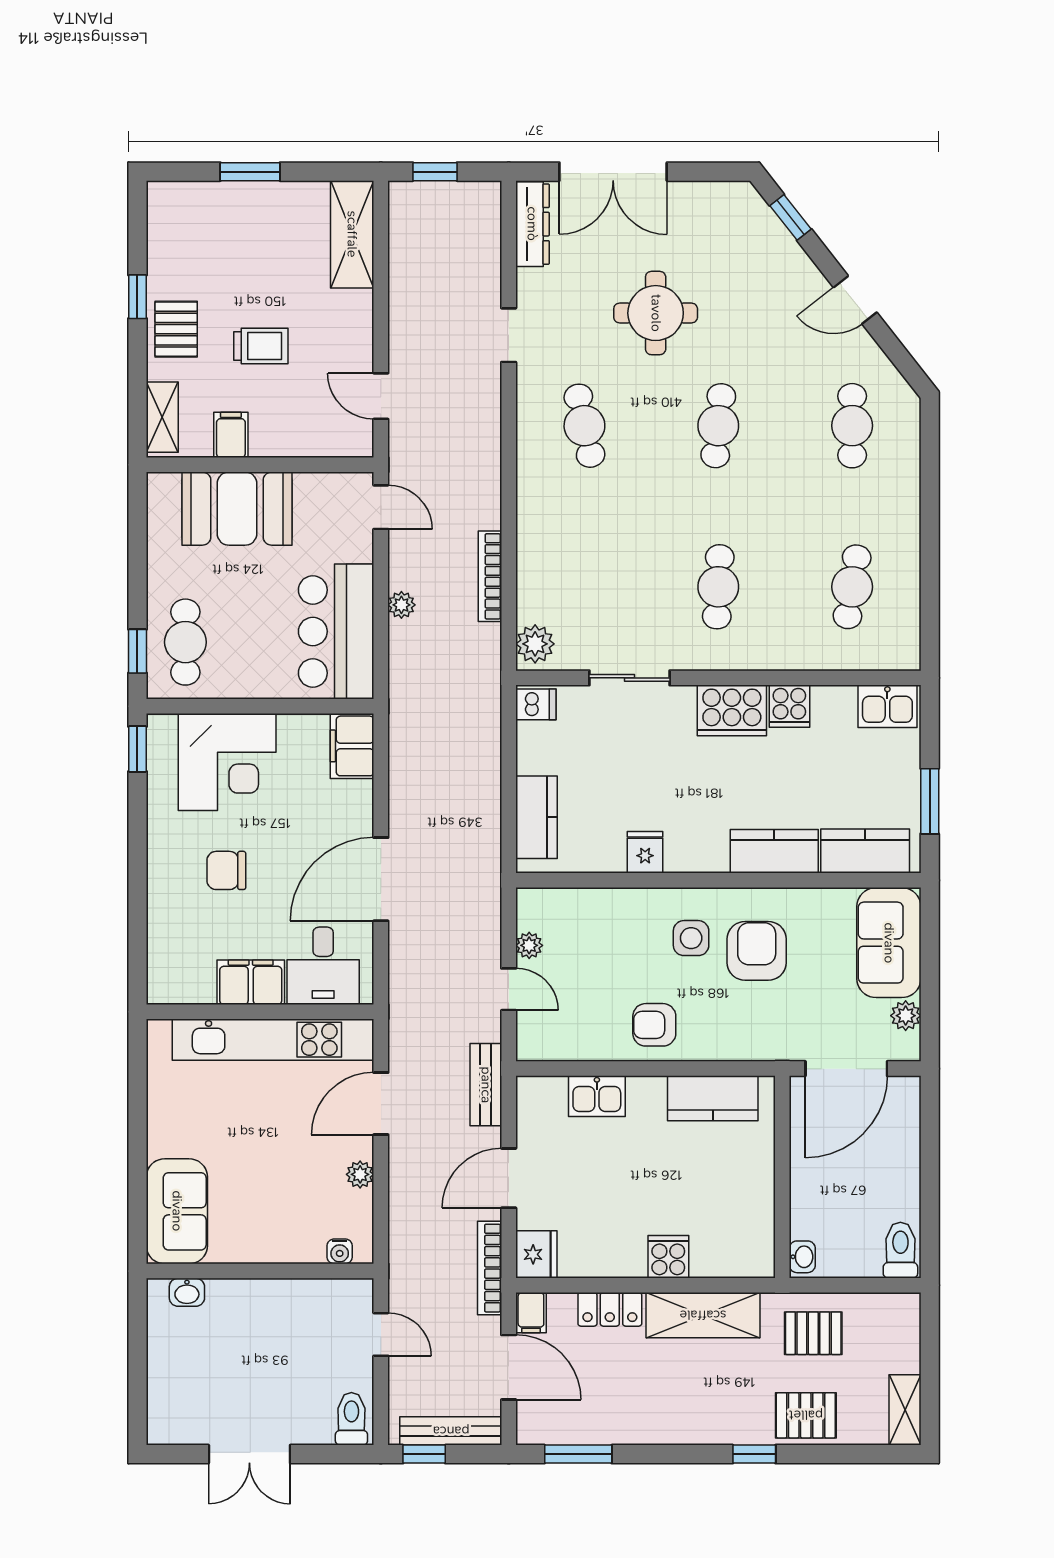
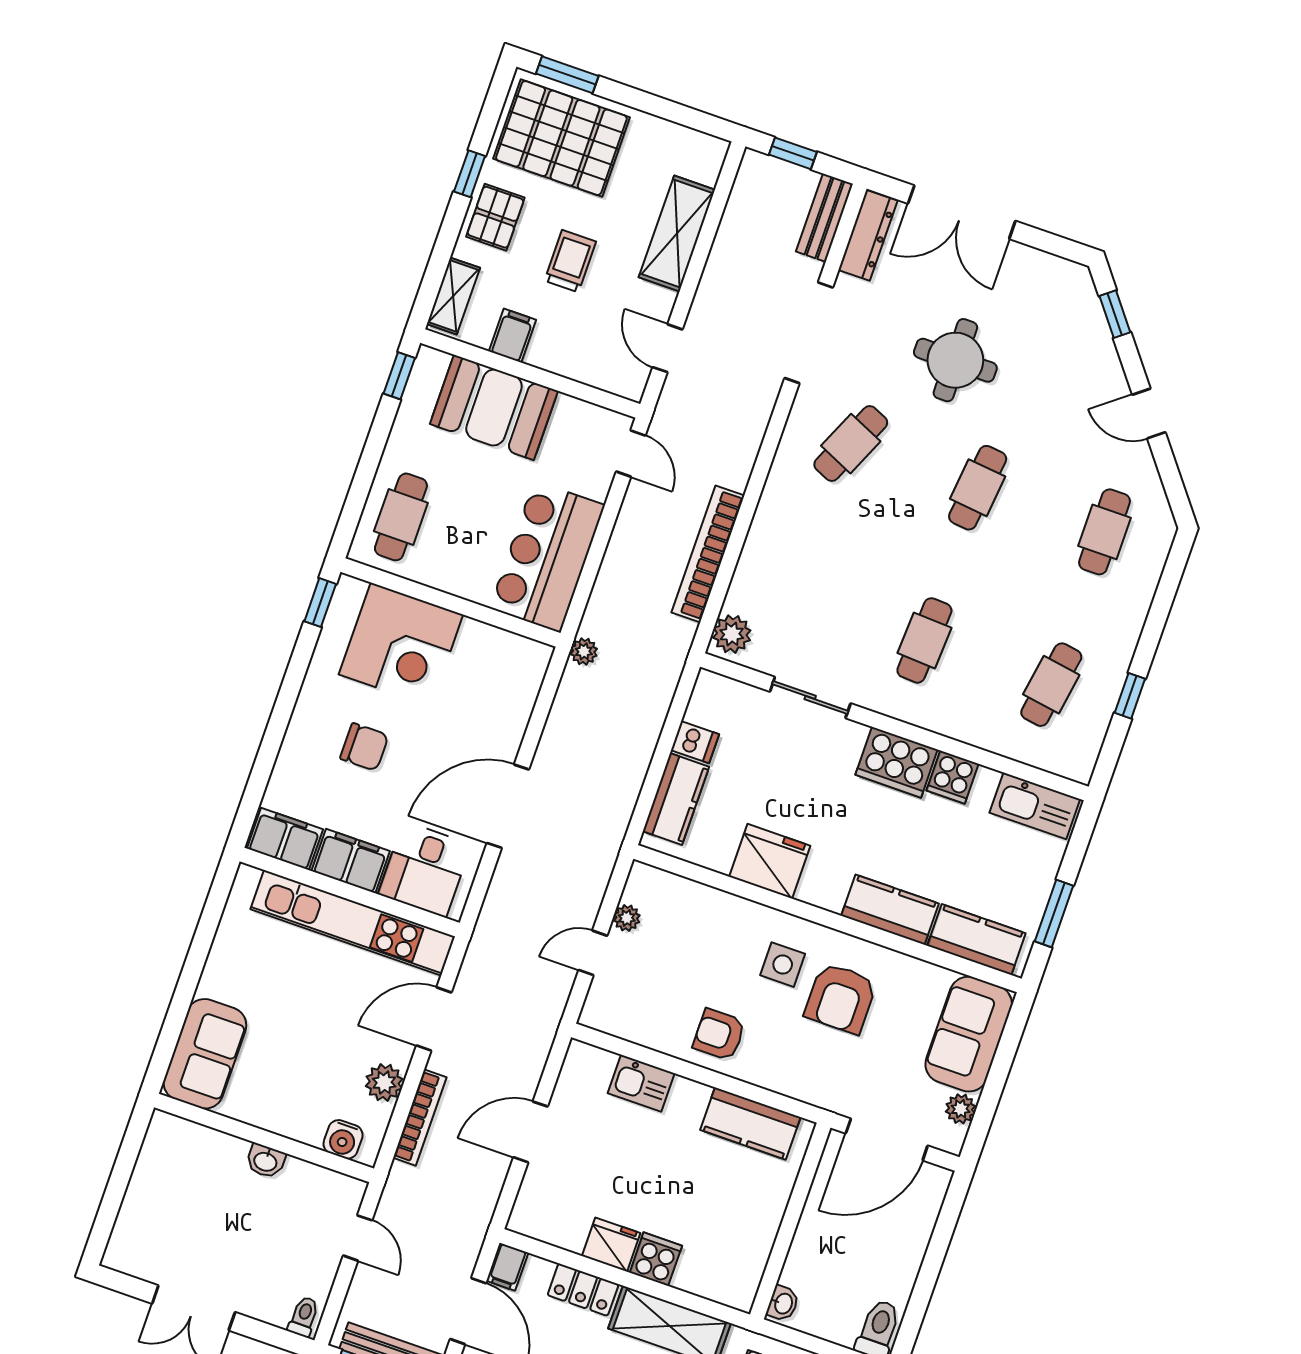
window: (250, 172) -> (567, 75), moved
pallet: (212, 233) -> (561, 138), added
shelving: (352, 234) -> (677, 234), moved
doorway: (509, 335) -> (809, 333), width x1.87
trolley: (261, 346) -> (570, 261), turned -90
cafe table: (584, 426) -> (851, 444), turned 36
window: (930, 572) -> (1130, 696), added
bookcase: (490, 576) -> (708, 554), width x1.48, depth x1.31
plant: (401, 605) -> (584, 651), moved
window: (137, 651) -> (399, 376), moved
dishwasher: (536, 704) -> (695, 742), moved
kitchen sink: (887, 706) -> (1035, 806), width x1.38
filing cabinet: (352, 746) -> (285, 839), moved, turned 90
fridge: (645, 852) -> (770, 861), width x1.88, depth x1.34
chair: (226, 870) -> (364, 747), turned 180
armchair: (757, 951) -> (841, 998), turned 180
door: (509, 989) -> (593, 953), swing flipped
bench: (486, 1085) -> (825, 218), moved
plant: (360, 1174) -> (384, 1083), width x1.38, depth x1.38
water cooler: (340, 1251) -> (343, 1139), width x1.38, depth x1.38
fridge: (536, 1254) -> (611, 1245), moved, turned -90
bookcase: (490, 1268) -> (420, 1118), moved, turned 180
washbasin: (187, 1292) -> (266, 1161), moved
toilet: (351, 1419) -> (304, 1317), width x0.73, depth x0.72

